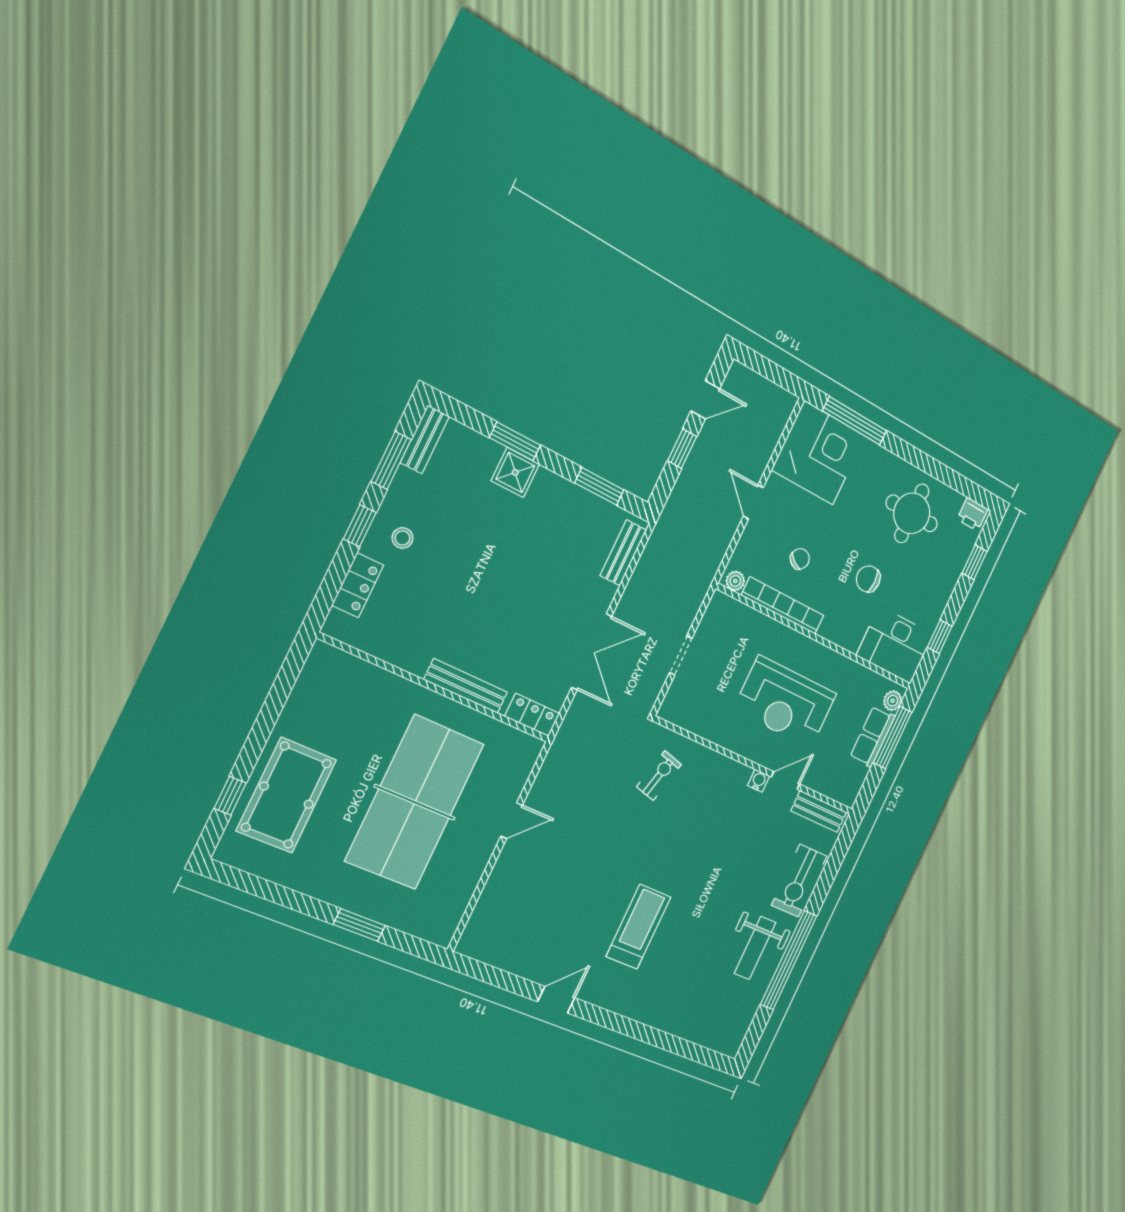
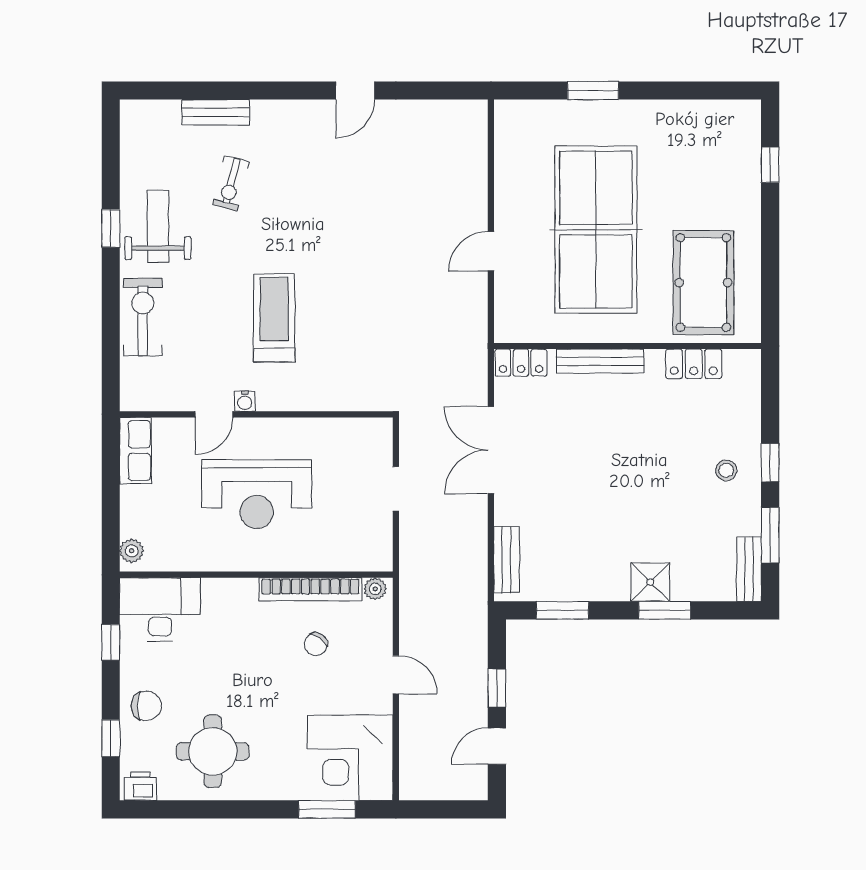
window: (855, 421) -> (327, 809), width x0.69
chair: (868, 579) -> (146, 706), moved
locker: (358, 585) -> (694, 364), moved, turned -90
reception desk: (785, 702) -> (257, 494), turned 180
row of seats: (872, 737) -> (136, 451), moved
window: (893, 737) -> (111, 513), removed
exercise bike: (659, 776) -> (231, 183), moved
pool table: (286, 795) -> (703, 283), moved
bench: (819, 812) -> (216, 112), moved
treadmill: (638, 927) -> (274, 318), moved, turned 180
window: (789, 960) -> (111, 228), width x0.32

